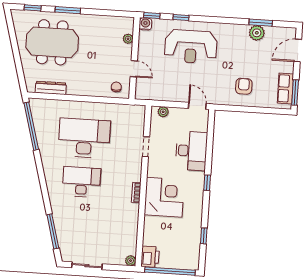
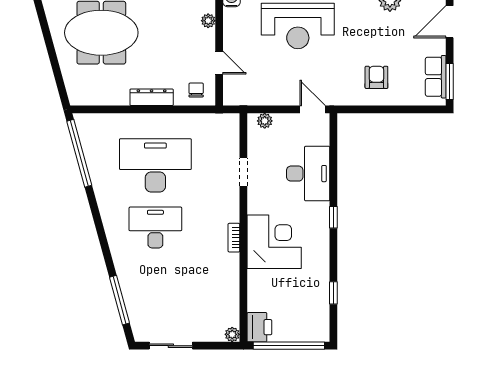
dresser: (51, 88) -> (152, 97), moved

